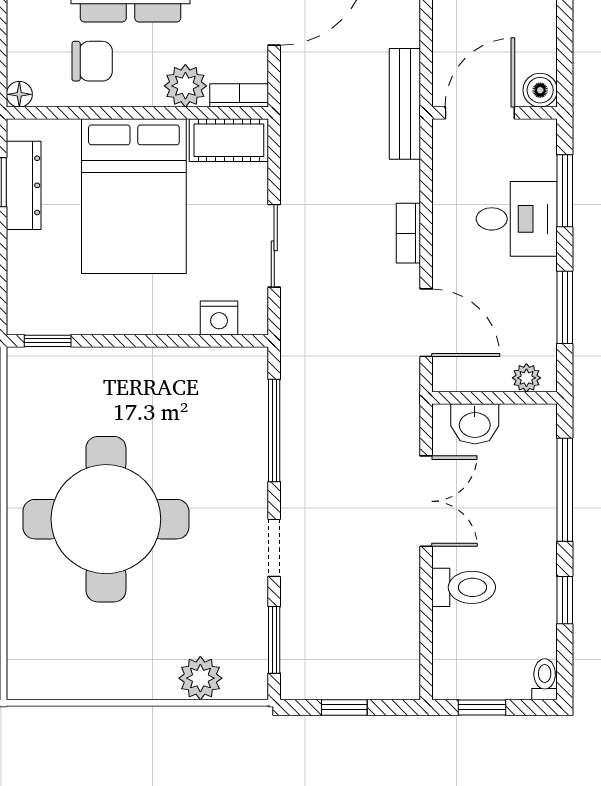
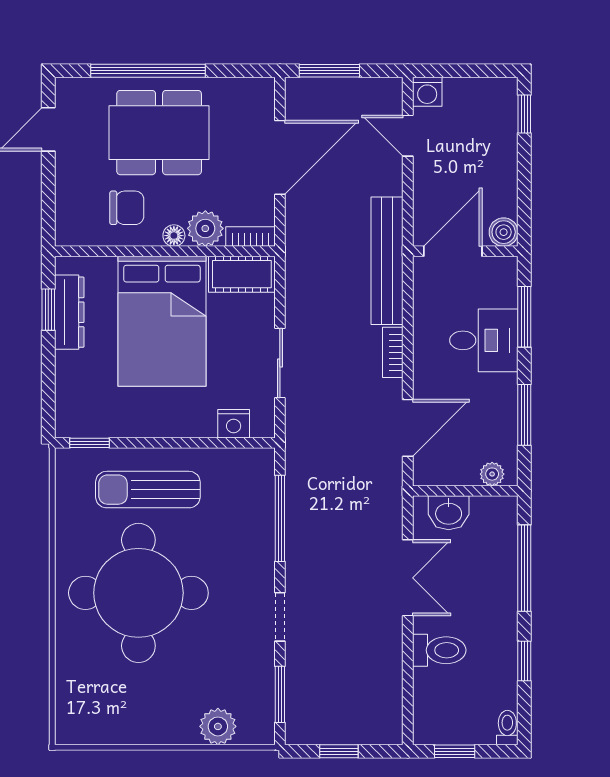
floor lamp: (19, 94) -> (174, 236), moved
bench: (405, 104) -> (387, 261), width x1.37, depth x1.21
door: (426, 323) -> (408, 428), hinge flipped
sun lounger: (117, 396) -> (148, 490), added

